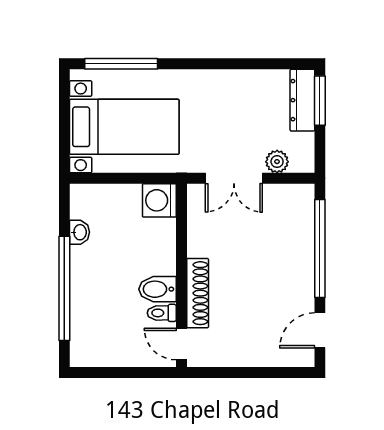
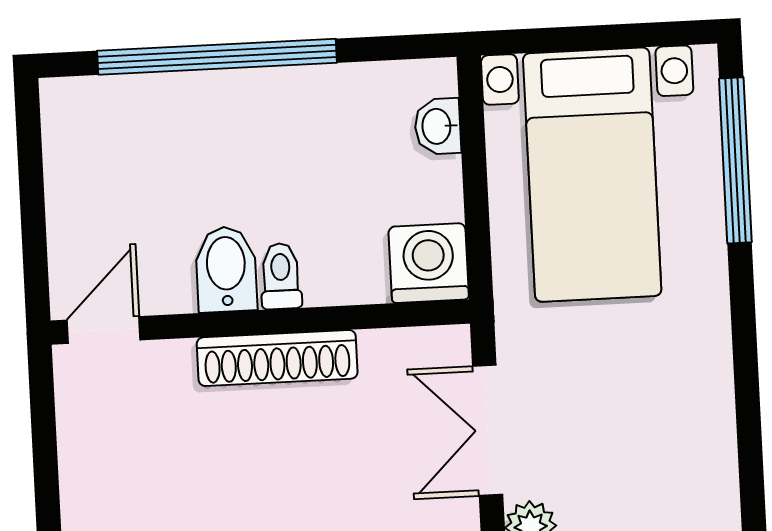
washbasin: (79, 232) -> (438, 126), moved, turned 90
shoe rack: (198, 293) -> (277, 358), moved
toilet: (162, 313) -> (281, 276), moved

